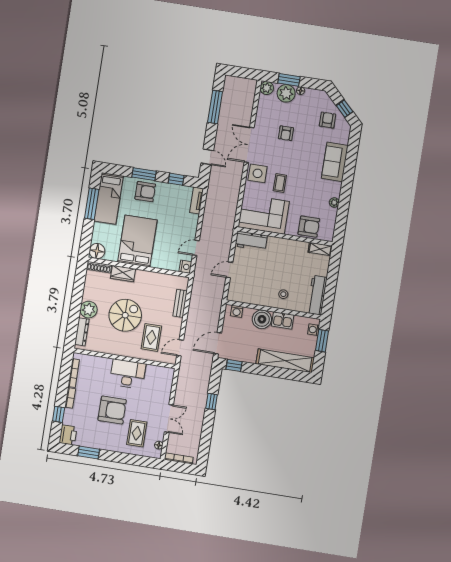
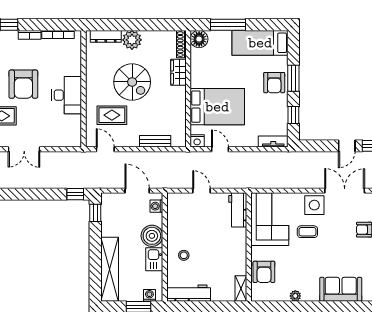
door: (207, 157) -> (347, 146), moved
window: (92, 204) -> (228, 25), moved
bed: (137, 241) -> (217, 107), moved
door: (218, 343) -> (137, 191), moved
window: (212, 401) -> (75, 194), moved

